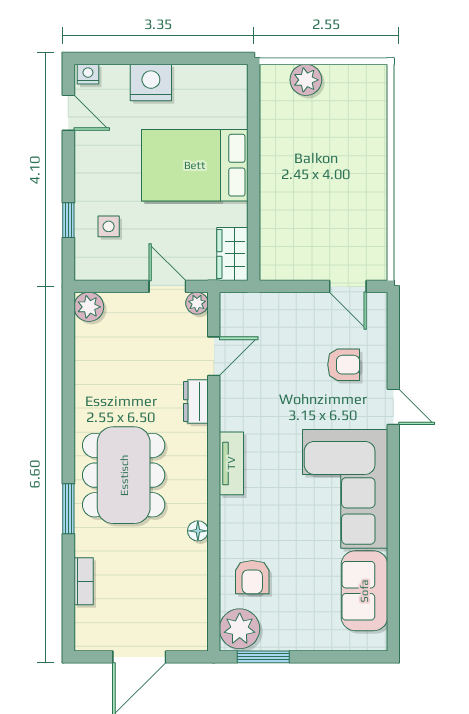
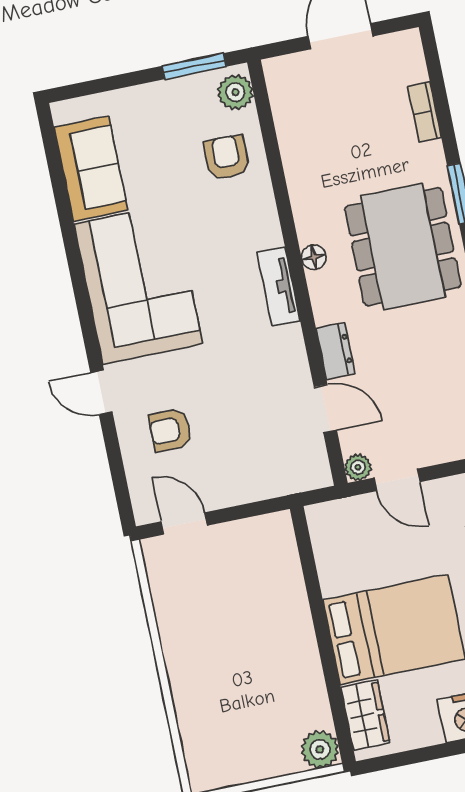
plant: (306, 80) -> (320, 749), moved
wardrobe: (232, 254) -> (365, 715), moved
door: (214, 356) -> (325, 409), swing flipped
floor lamp: (198, 531) -> (314, 257), moved
plant: (240, 629) -> (235, 92), width x0.73, depth x0.73

